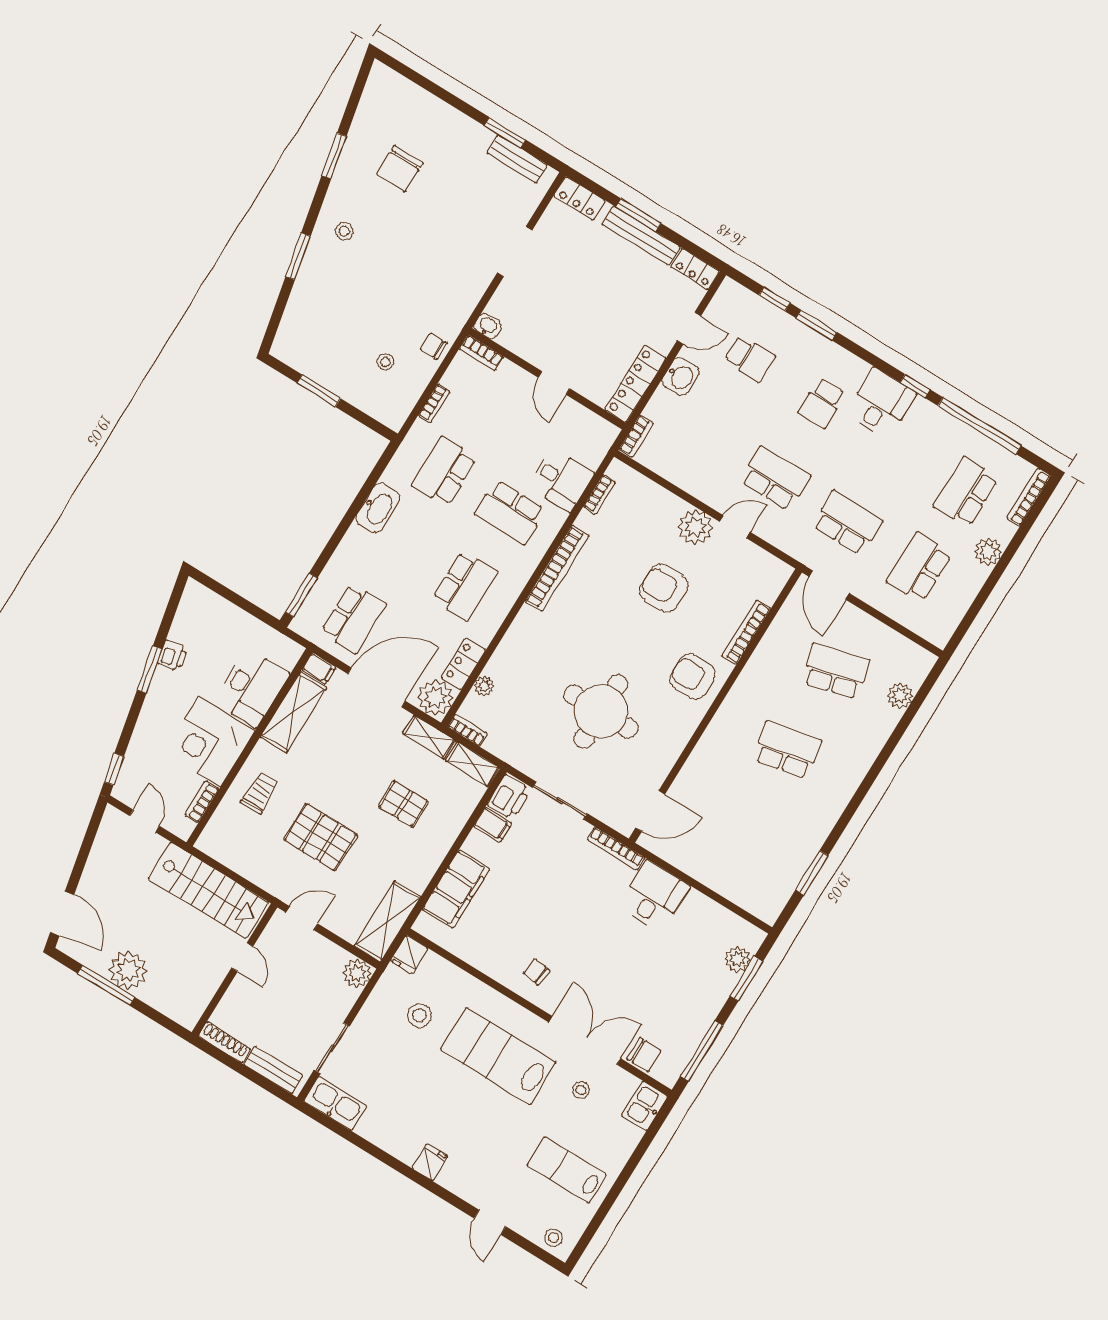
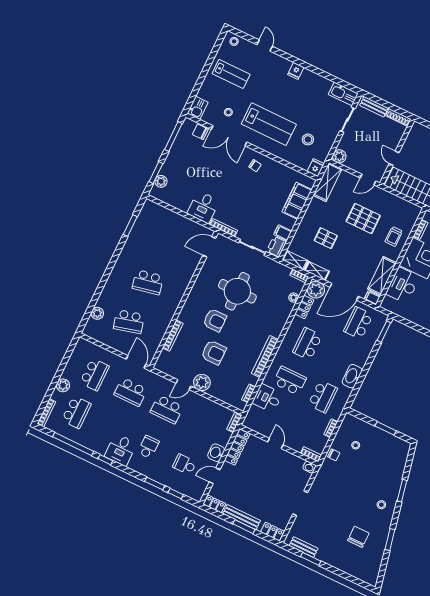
armchair: (692, 676) -> (215, 320), moved

